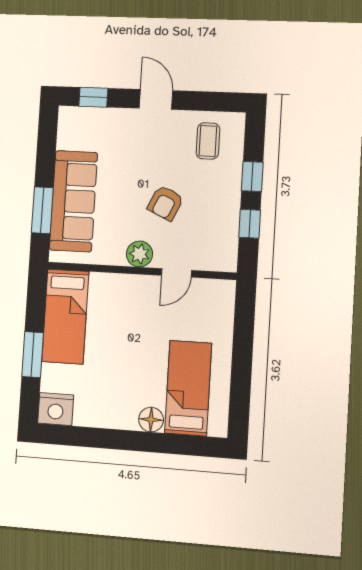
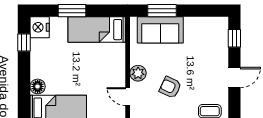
sofa: (73, 201) -> (160, 30), width x0.73
window: (78, 436) -> (24, 43), added

